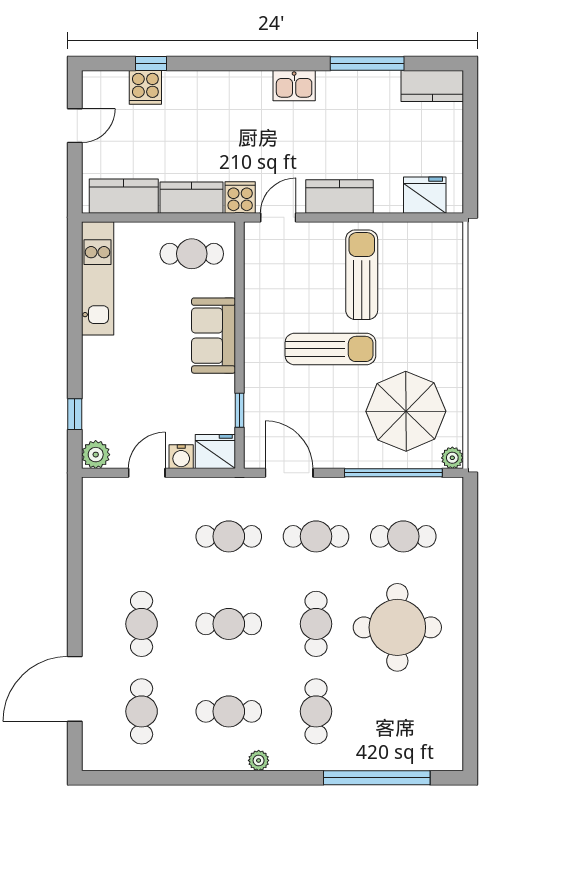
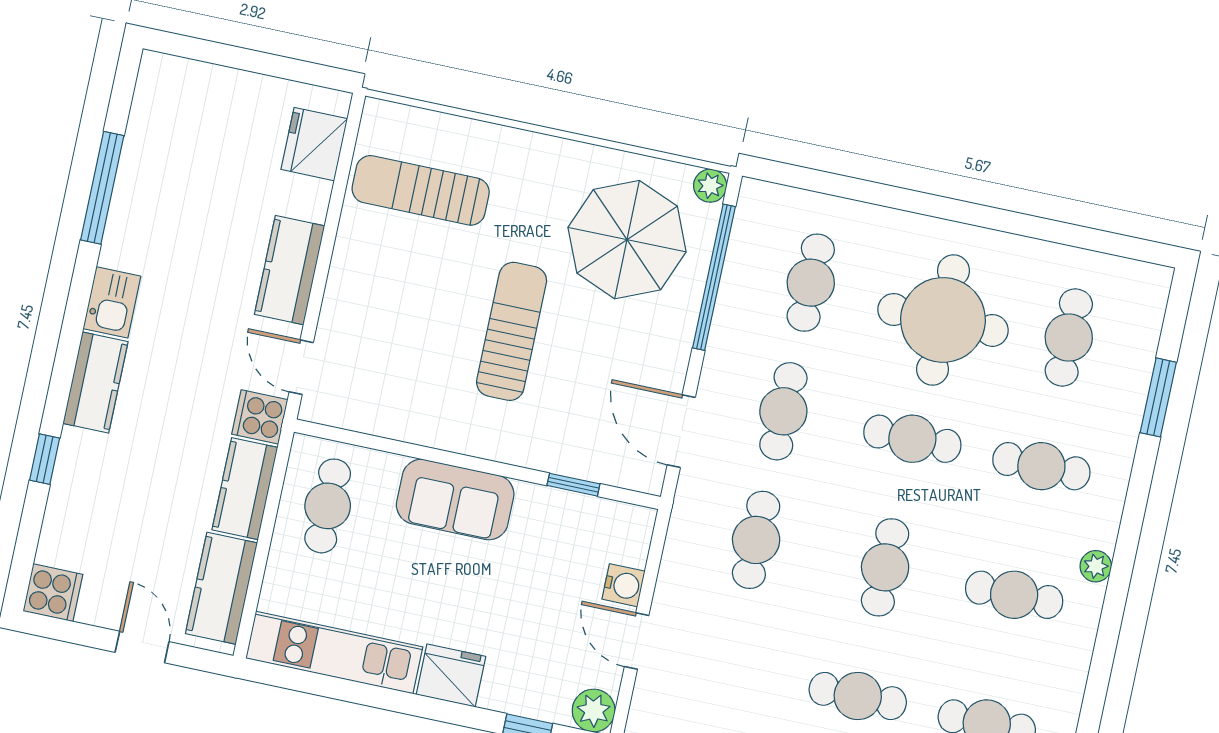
window: (151, 64) -> (45, 459), moved
kitchen counter: (432, 86) -> (95, 382), moved
cooker: (145, 87) -> (53, 593), moved
door: (75, 126) -> (142, 647), moved
sun lounger: (362, 275) -> (421, 190), moved
fridge: (215, 452) -> (451, 676), moved, turned 90
door: (289, 473) -> (681, 431), hinge flipped
cafe table: (229, 711) -> (1014, 595), turned 90
cafe table: (403, 711) -> (1069, 338), added
window: (377, 778) -> (1158, 397), width x0.47

